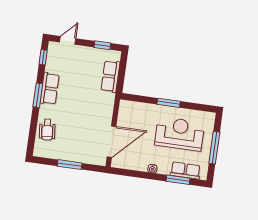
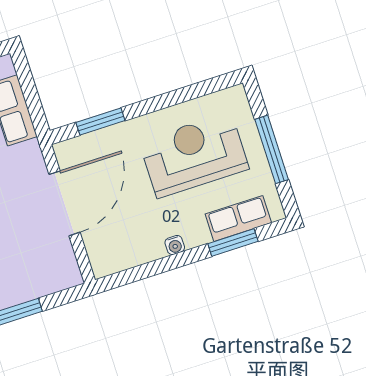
window: (169, 103) -> (100, 121), moved
door: (111, 142) -> (64, 203), moved

